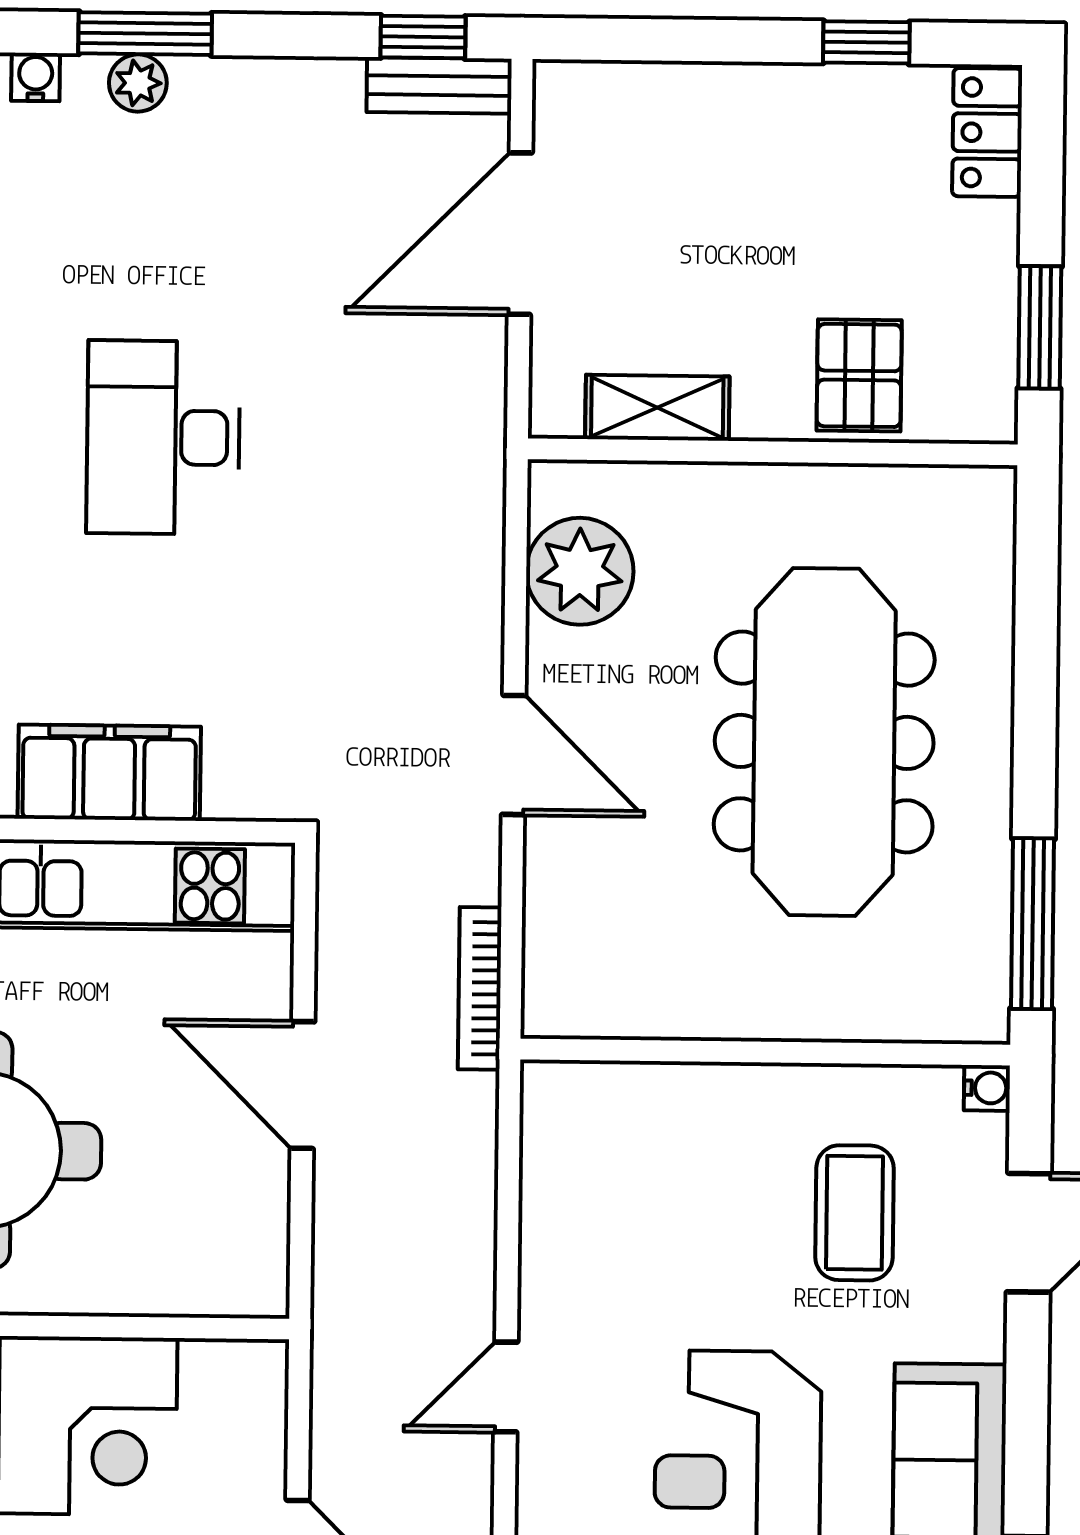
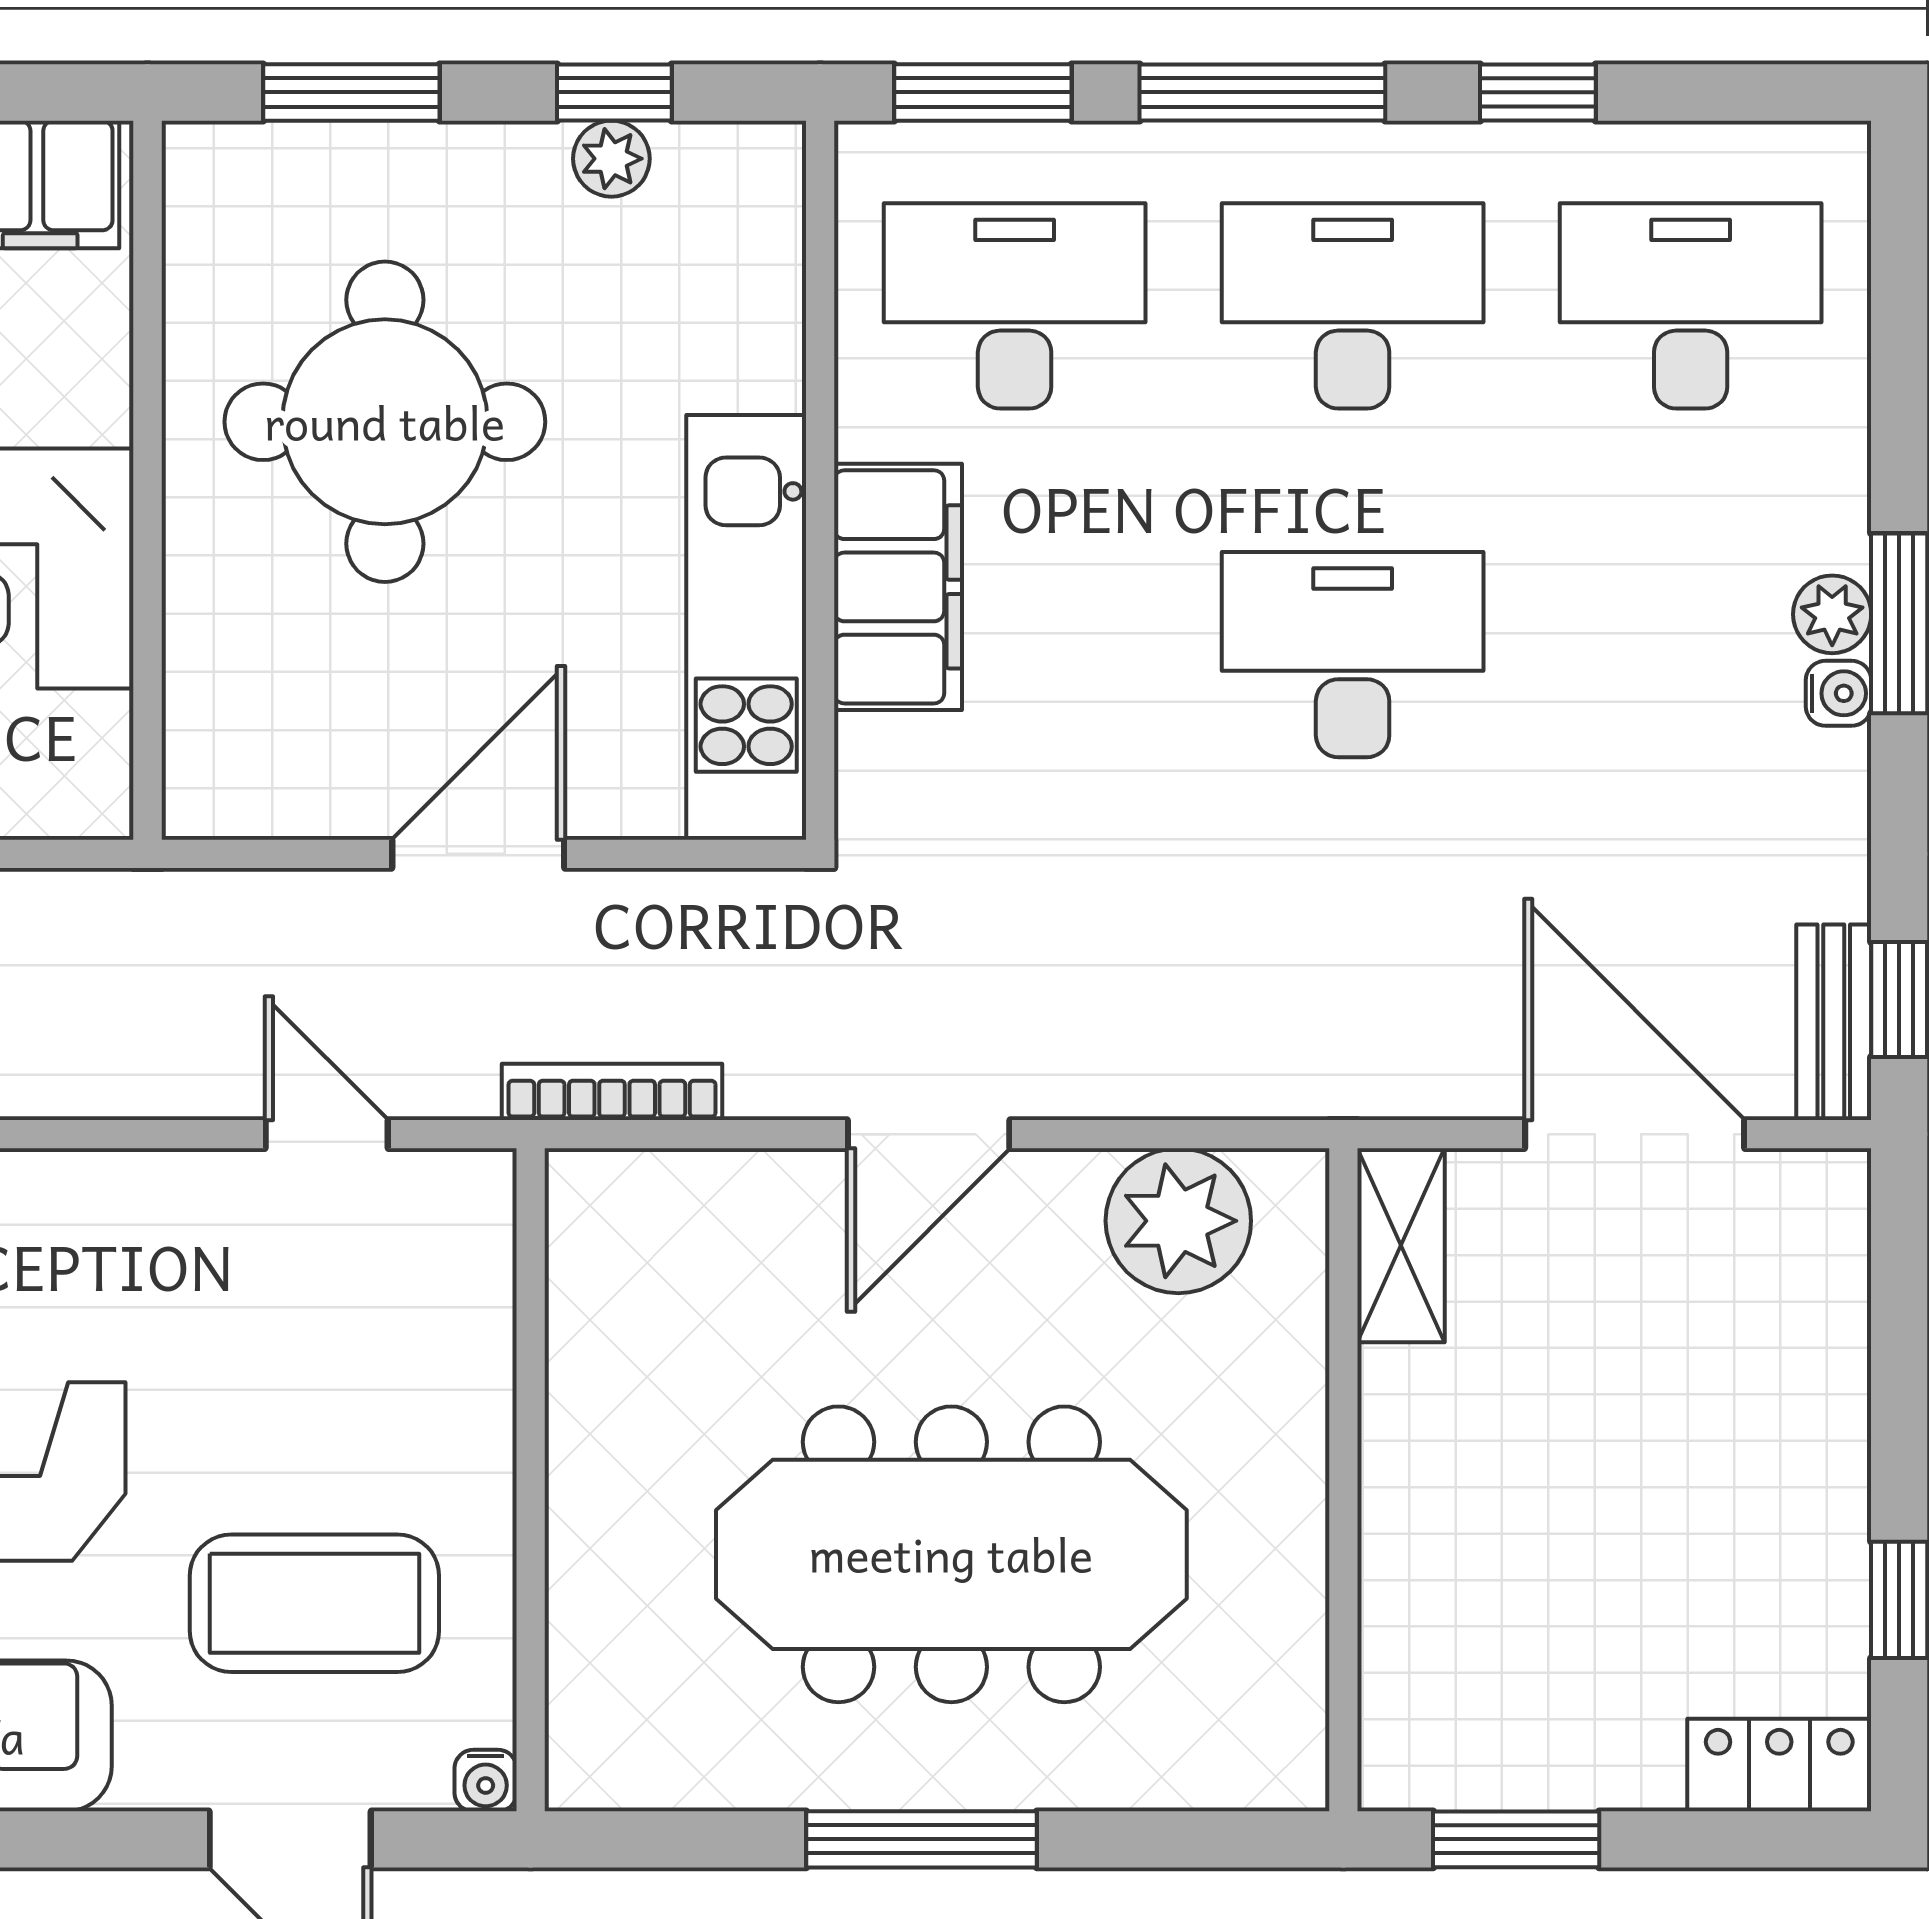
water cooler: (36, 77) -> (1839, 693), moved
pallet: (859, 375) -> (1448, 1596), removed
shelving: (657, 408) -> (1401, 1245), moved
window: (1033, 924) -> (921, 1839), moved
coffee table: (855, 1213) -> (314, 1603), width x1.36, depth x1.32
door: (506, 1387) -> (327, 1134), moved

